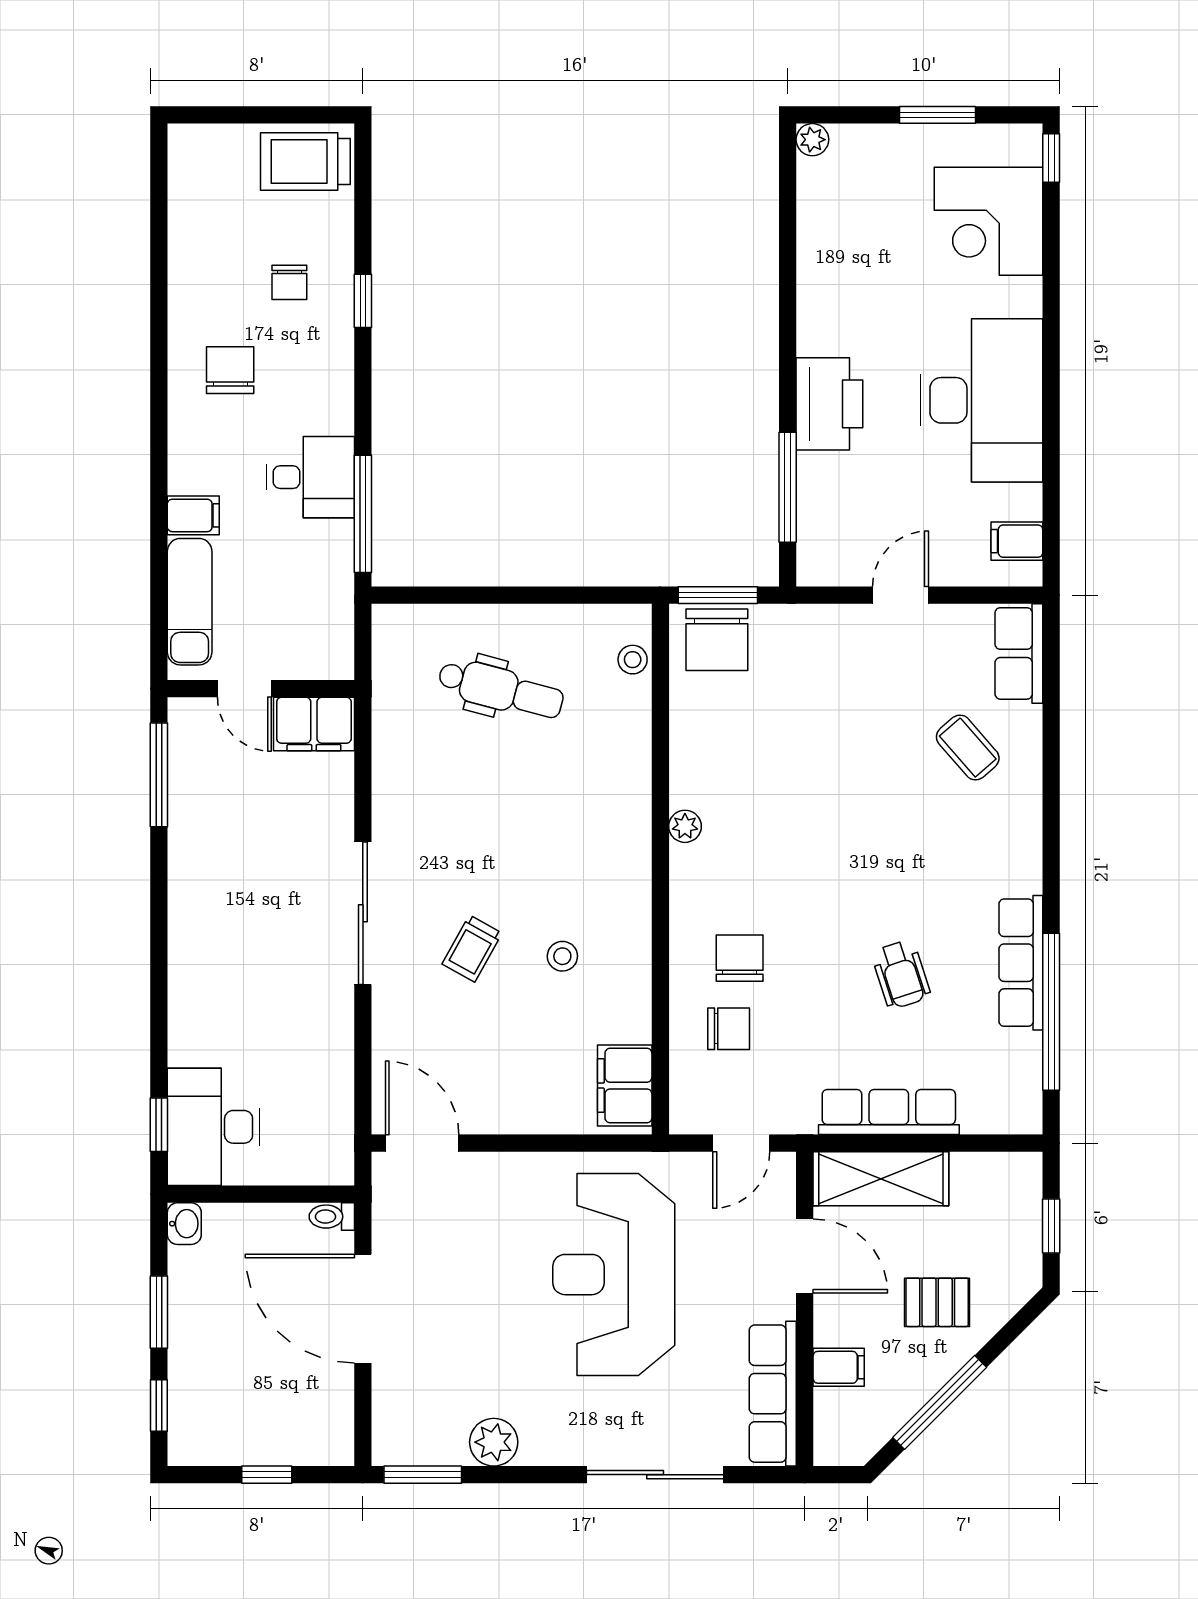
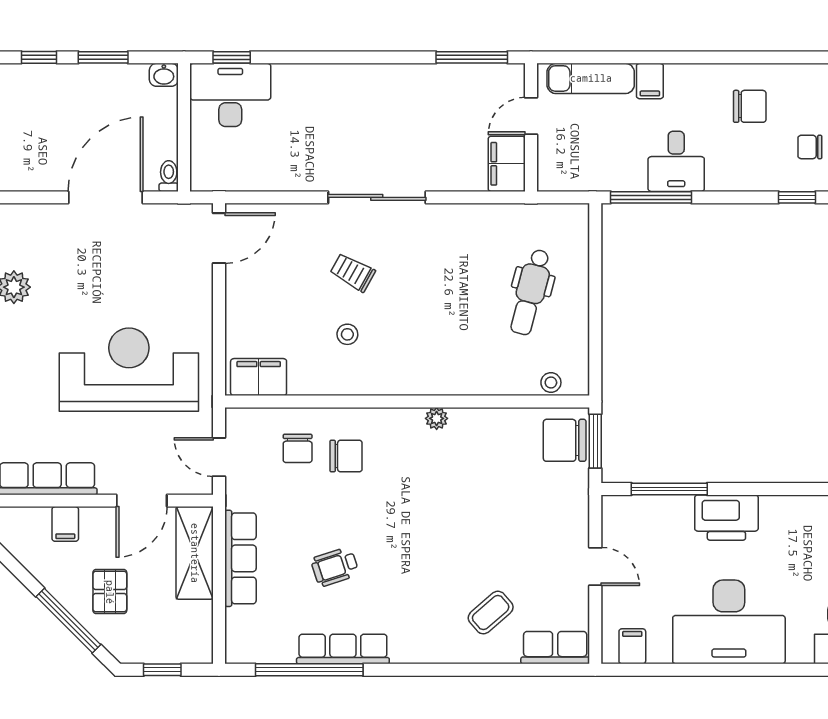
window: (940, 1402) -> (68, 621), moved

